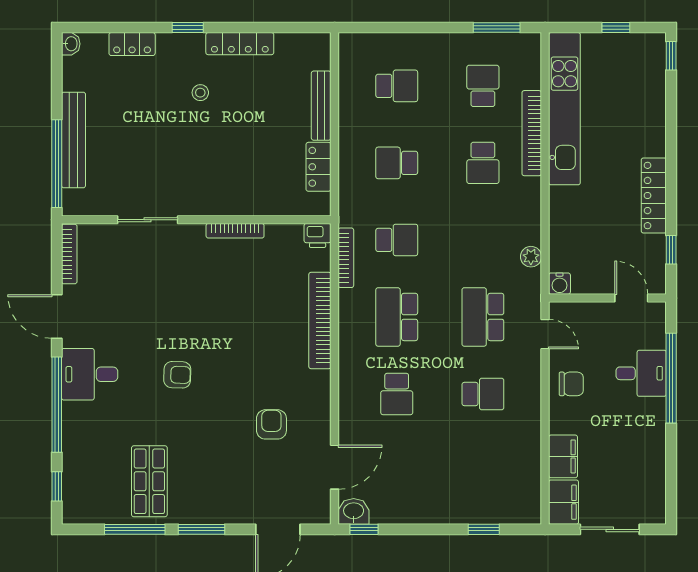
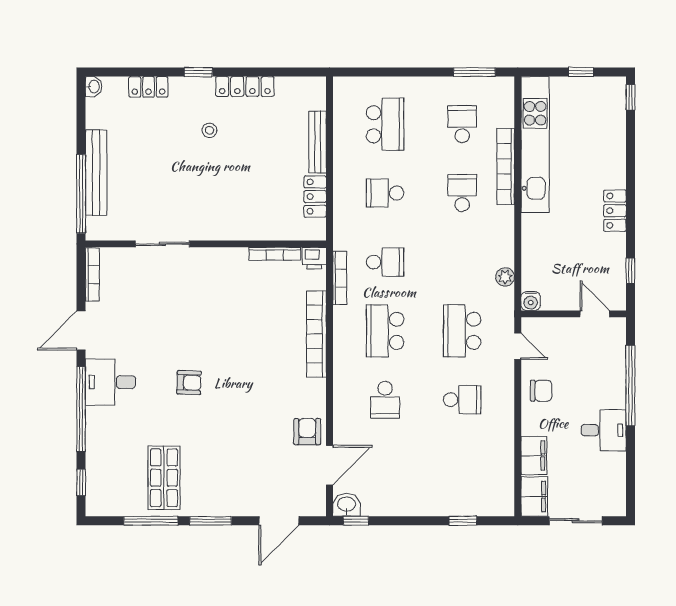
school desk: (397, 86) -> (385, 124), width x1.85
school desk: (483, 163) -> (462, 193), turned 180
locker: (654, 196) -> (615, 211), width x0.66
bookcase: (235, 231) -> (275, 254), moved
door: (57, 317) -> (81, 330), hinge flipped
desk: (641, 373) -> (604, 430), moved
armchair: (271, 424) -> (307, 432), moved

